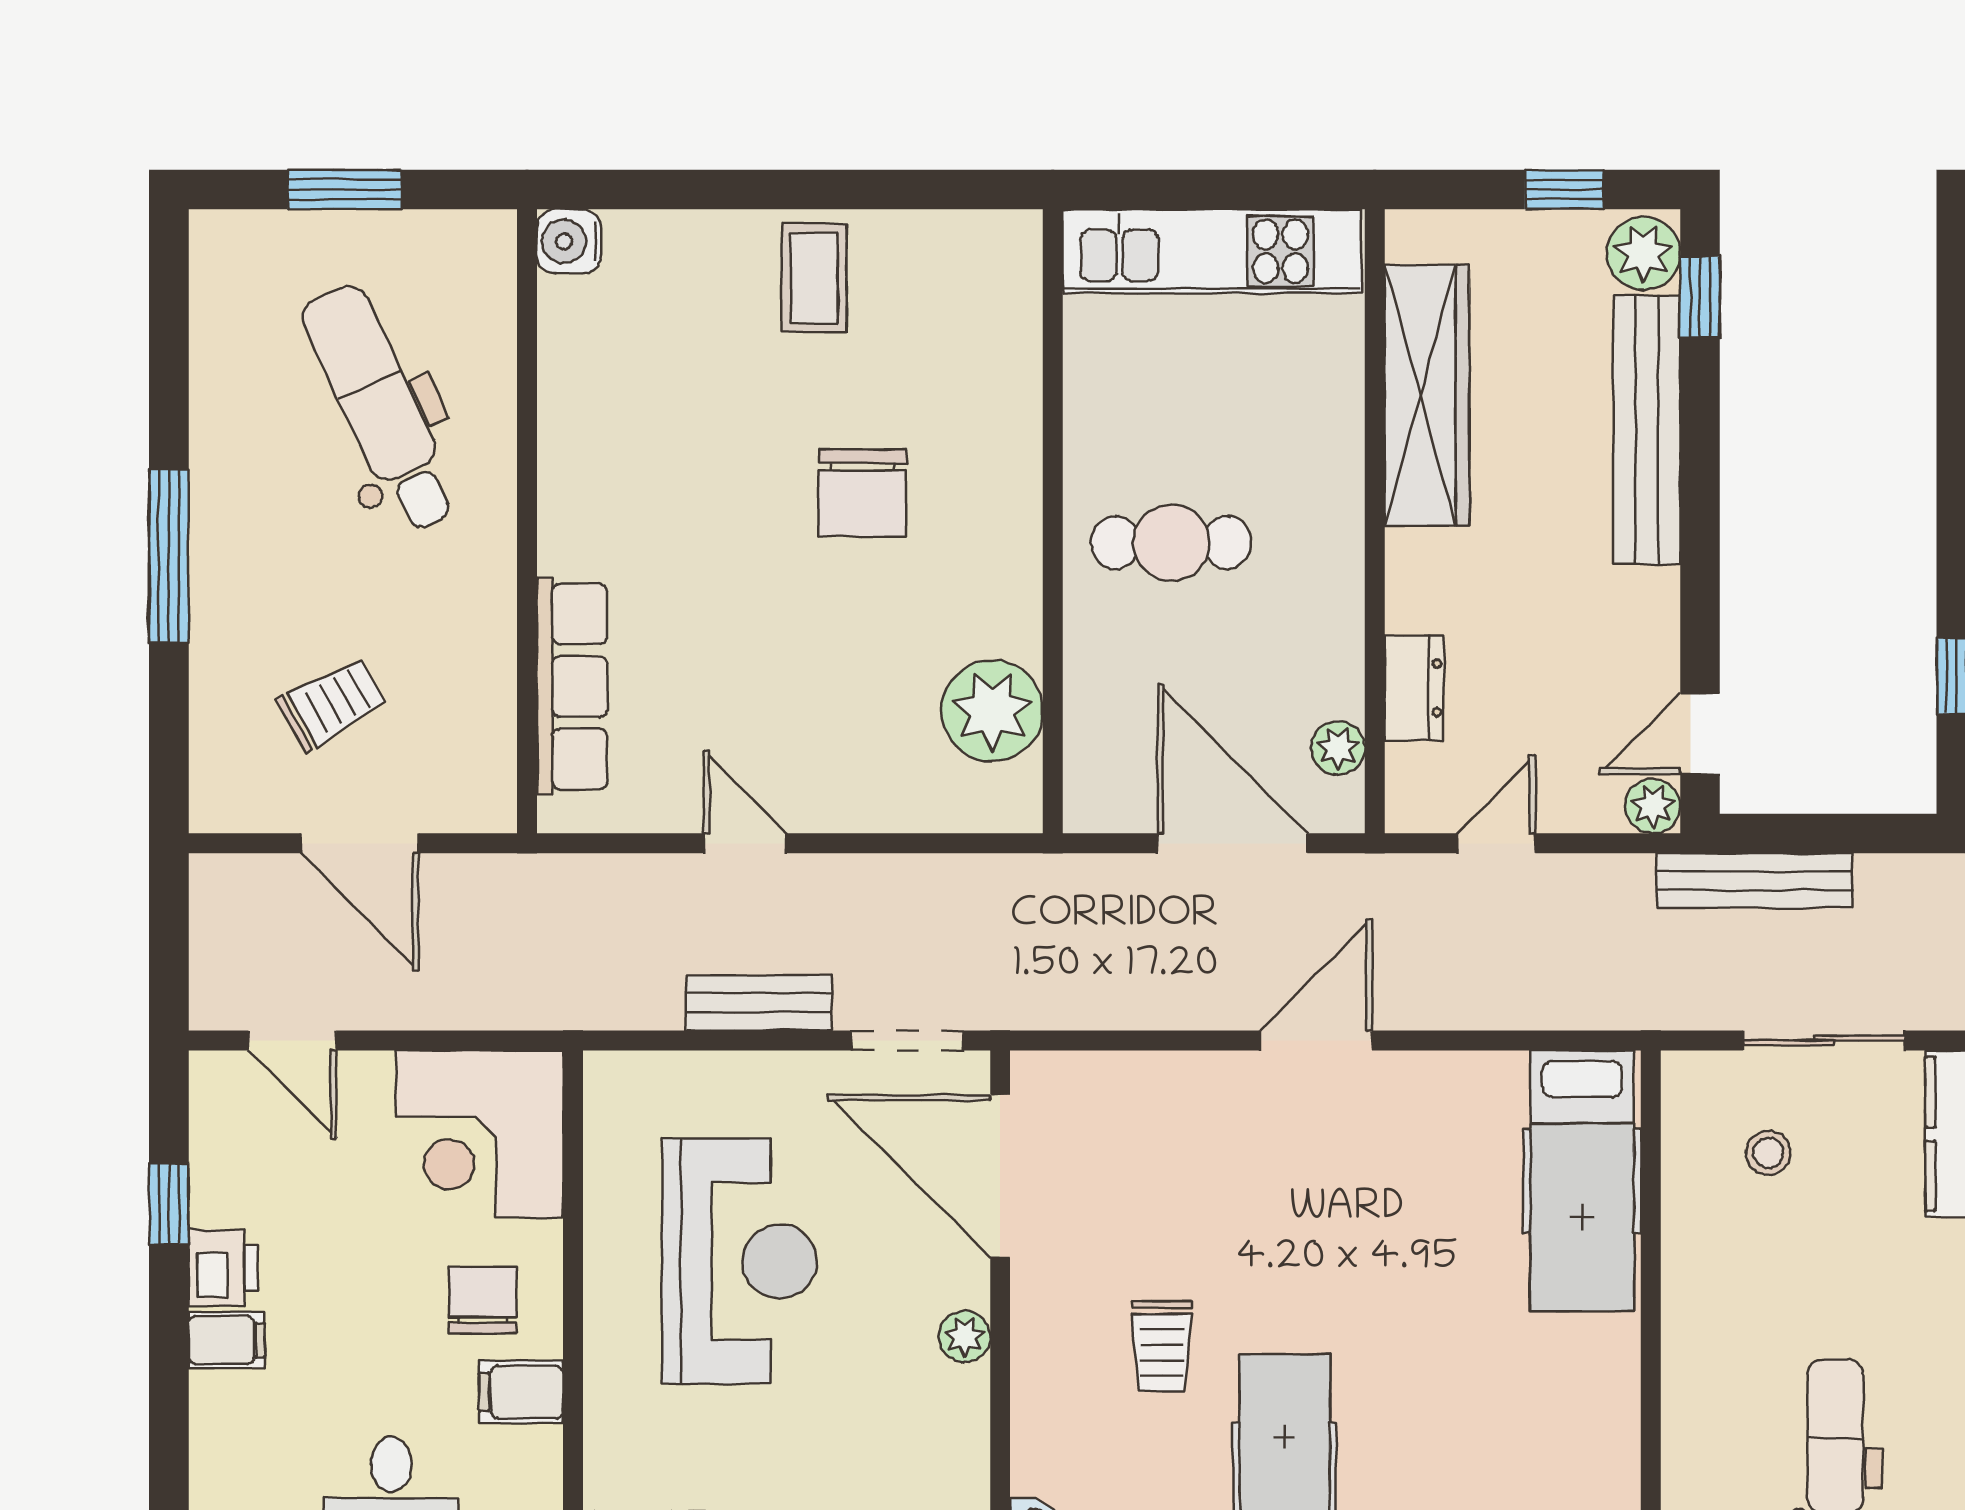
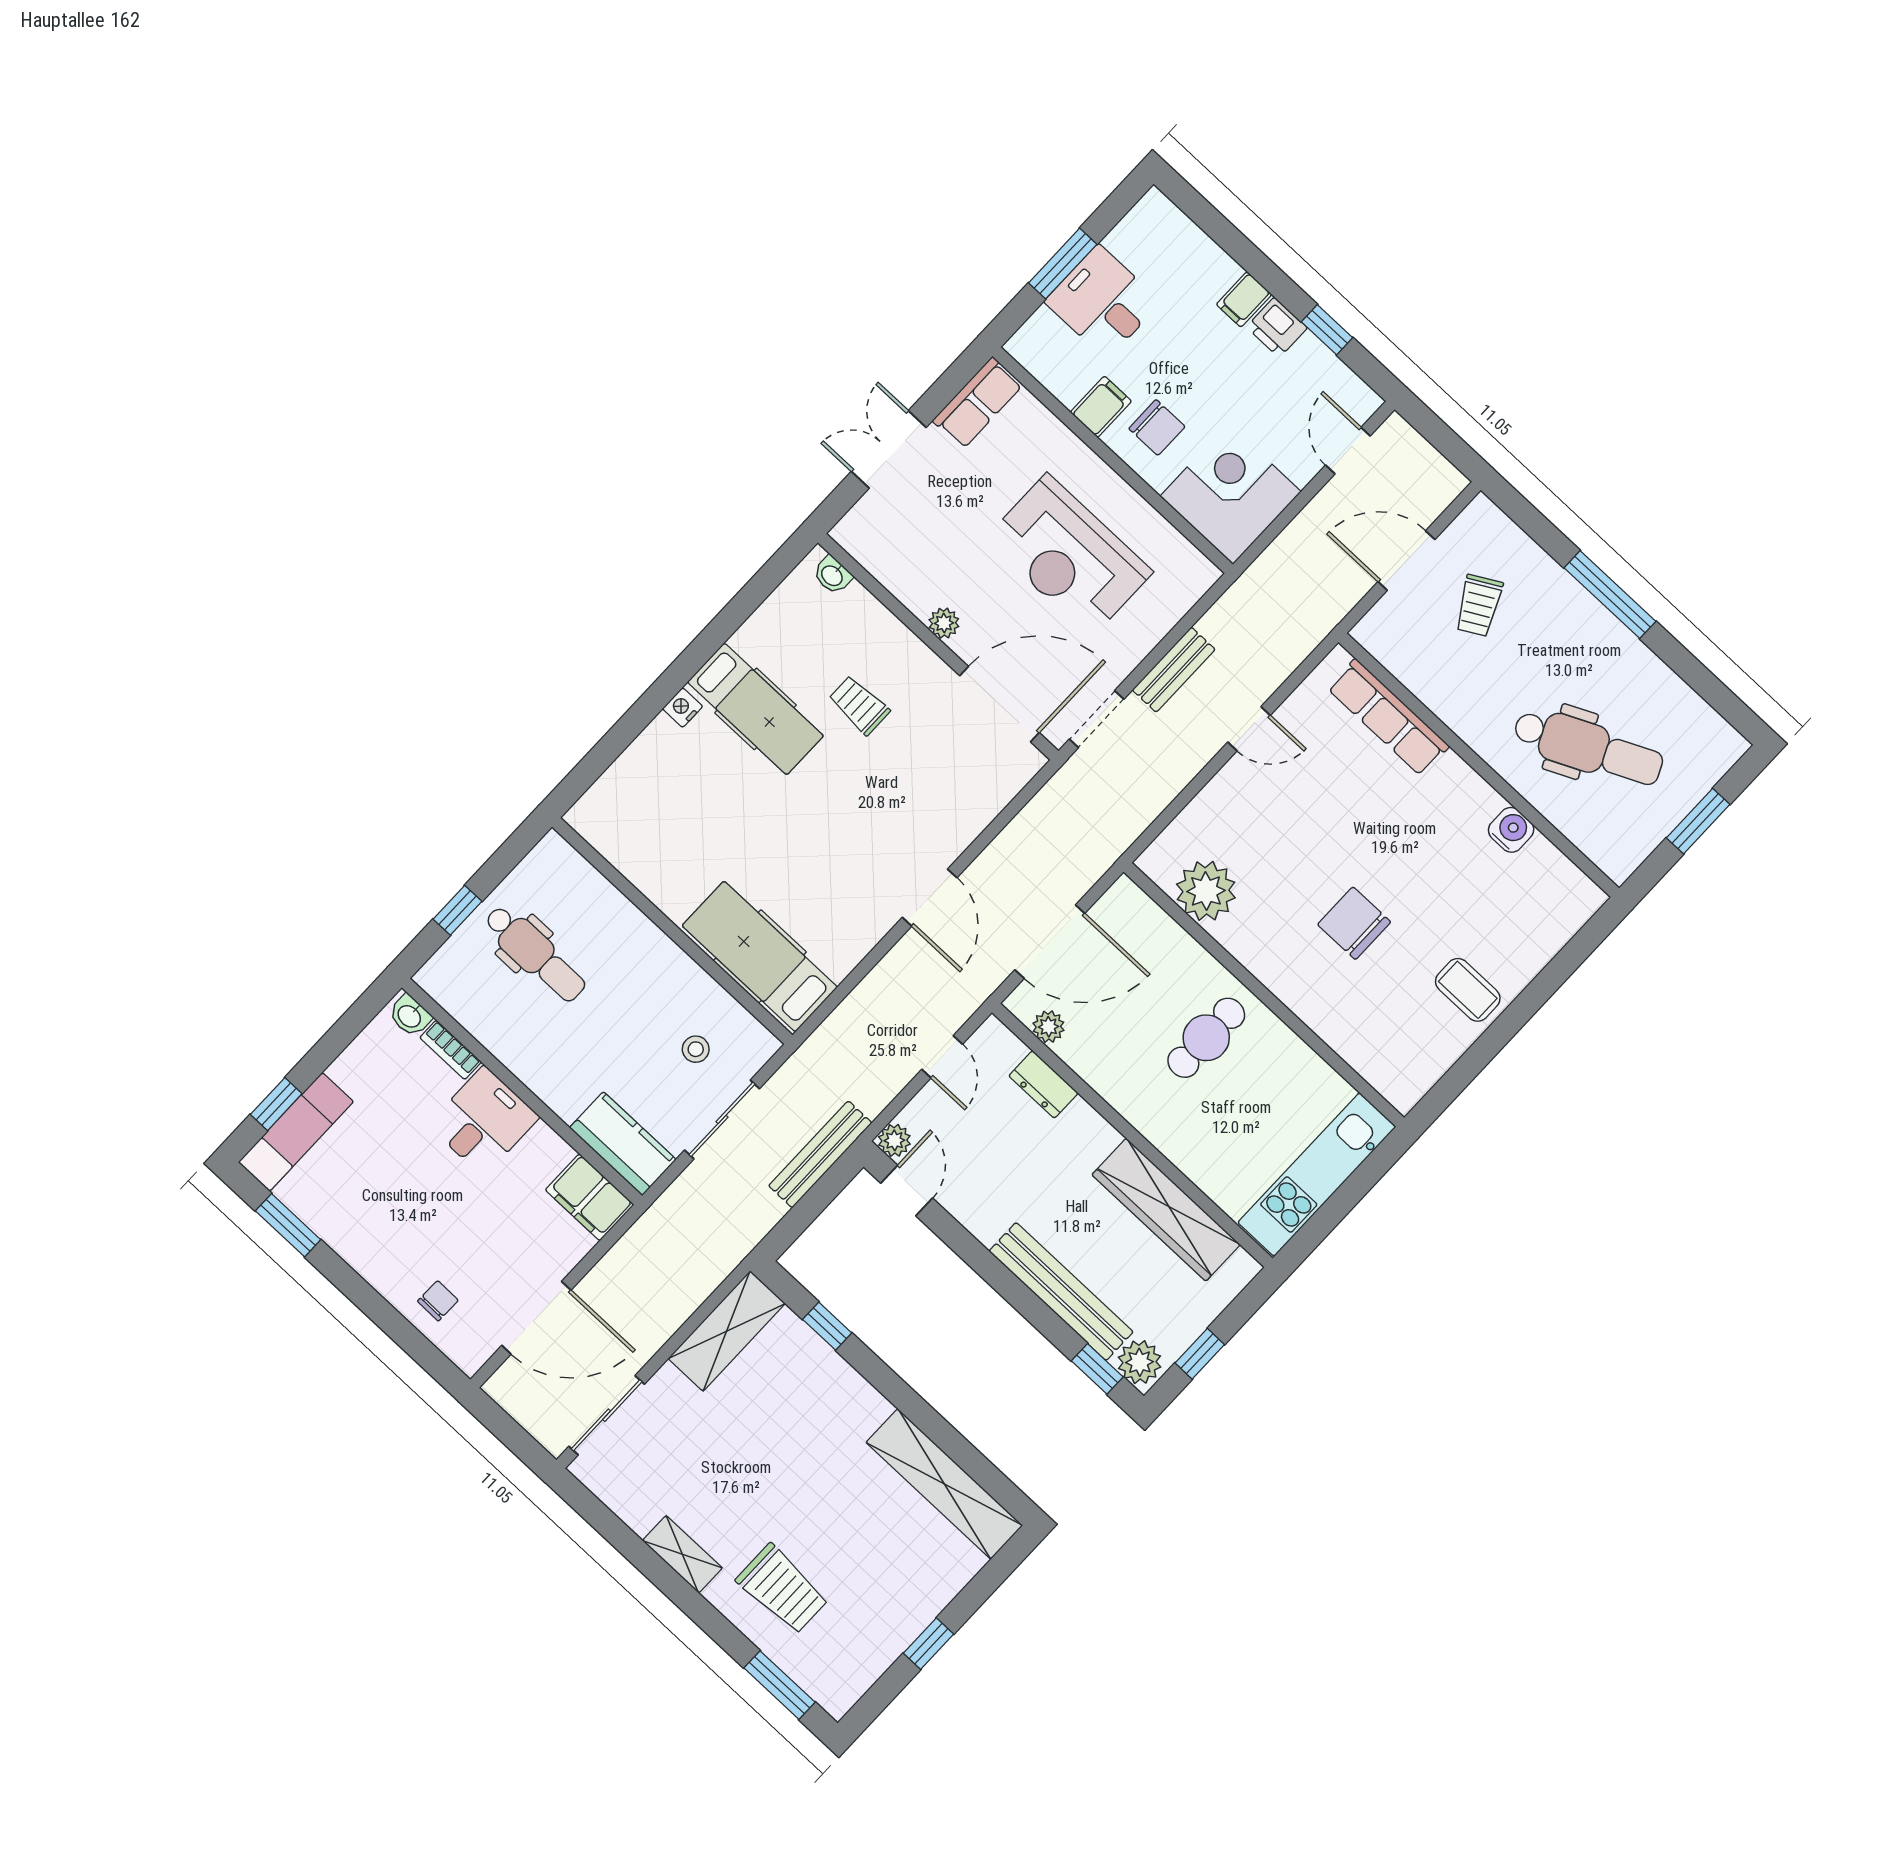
water cooler: (569, 241) -> (1511, 830), moved
door: (292, 1040) -> (1348, 451), hinge flipped

